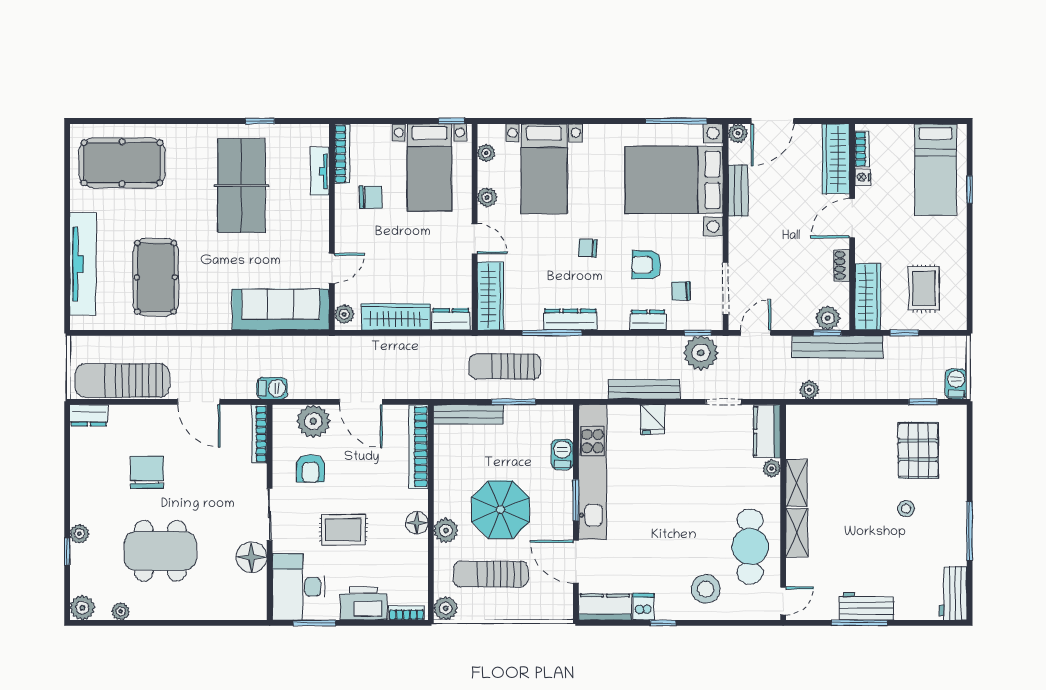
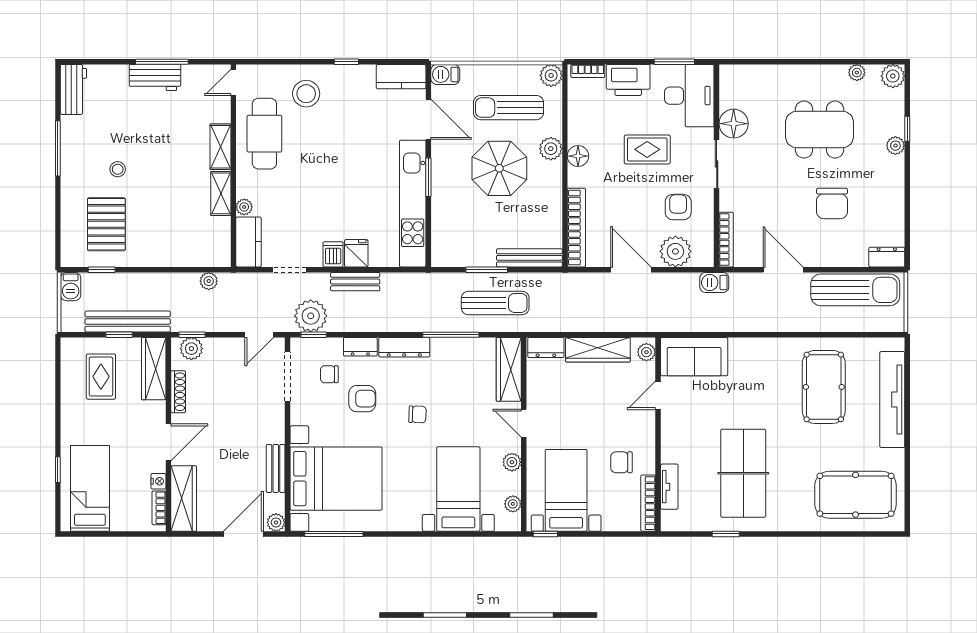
shoe rack: (842, 265) -> (178, 392), width x1.43
chair: (681, 291) -> (329, 374), turned 180
sofa: (281, 310) -> (694, 357), width x0.73
dresser: (570, 320) -> (404, 347), moved
bench: (838, 347) -> (128, 321), moved
bench: (644, 389) -> (355, 282), width x0.73
barbecue: (562, 454) -> (445, 74), moved, turned 90
sun lounger: (491, 574) -> (509, 108), turned 180
dishwasher: (643, 607) -> (333, 254), moved, turned 180

